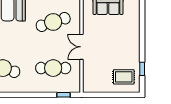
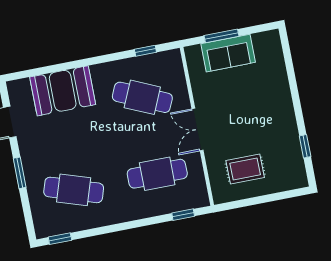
cafe table: (53, 22) -> (142, 97), turned 42
rug: (124, 77) -> (245, 169), moved

